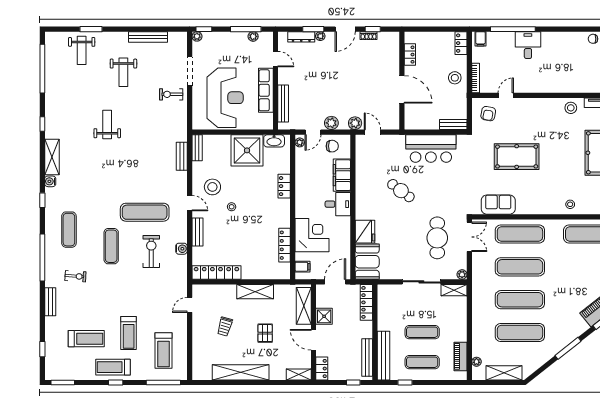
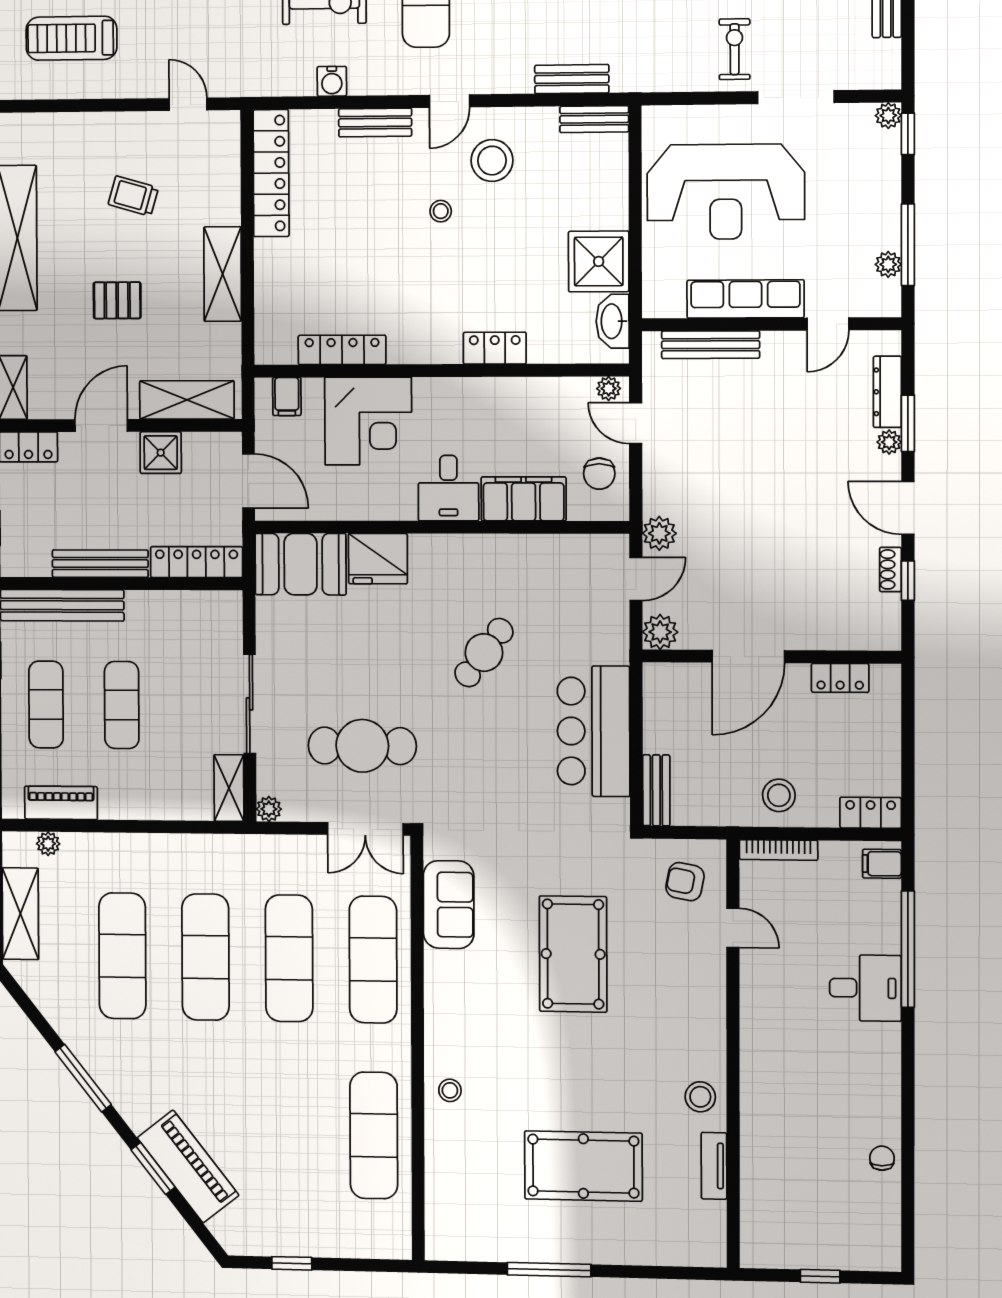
plant: (331, 123) -> (660, 632), moved
shower: (247, 150) -> (599, 261), width x0.73, depth x0.73
bench: (367, 358) -> (100, 564), moved

